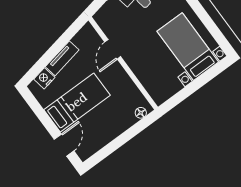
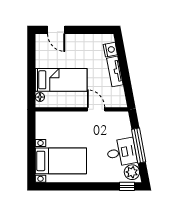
bed: (77, 102) -> (61, 80), moved, turned -90

